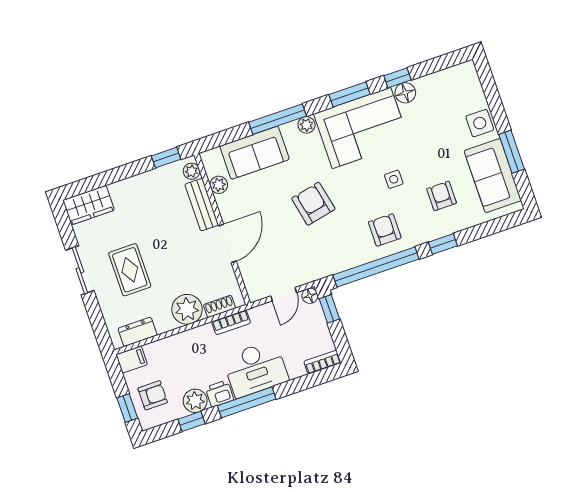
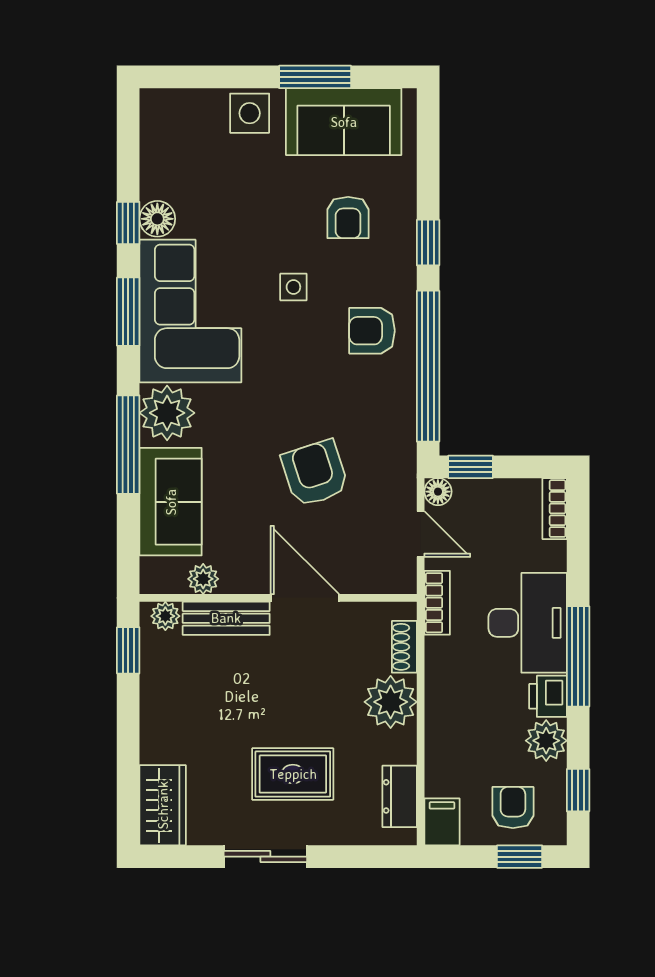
plant: (306, 125) -> (167, 413), width x1.87, depth x1.87
armchair: (442, 196) -> (348, 218), turned -90
armchair: (313, 204) -> (315, 473), moved, turned 84
bookcase: (231, 322) -> (437, 603), moved
window: (191, 421) -> (578, 790), moved

